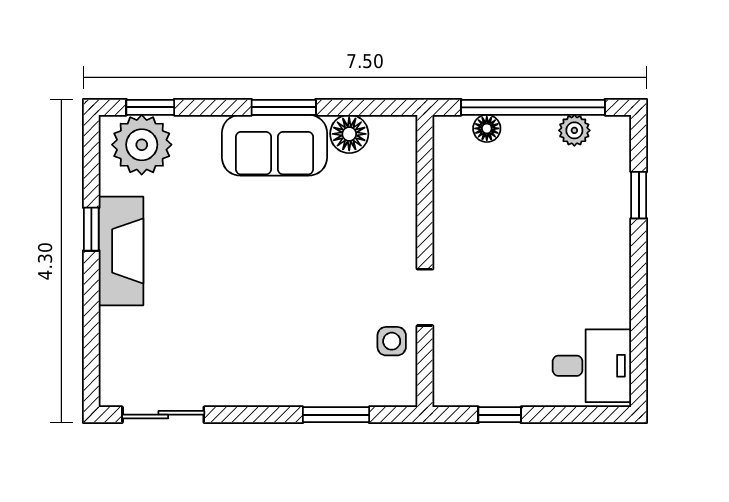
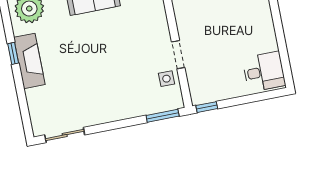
window: (336, 415) -> (163, 116), moved
window: (500, 415) -> (207, 107), moved

